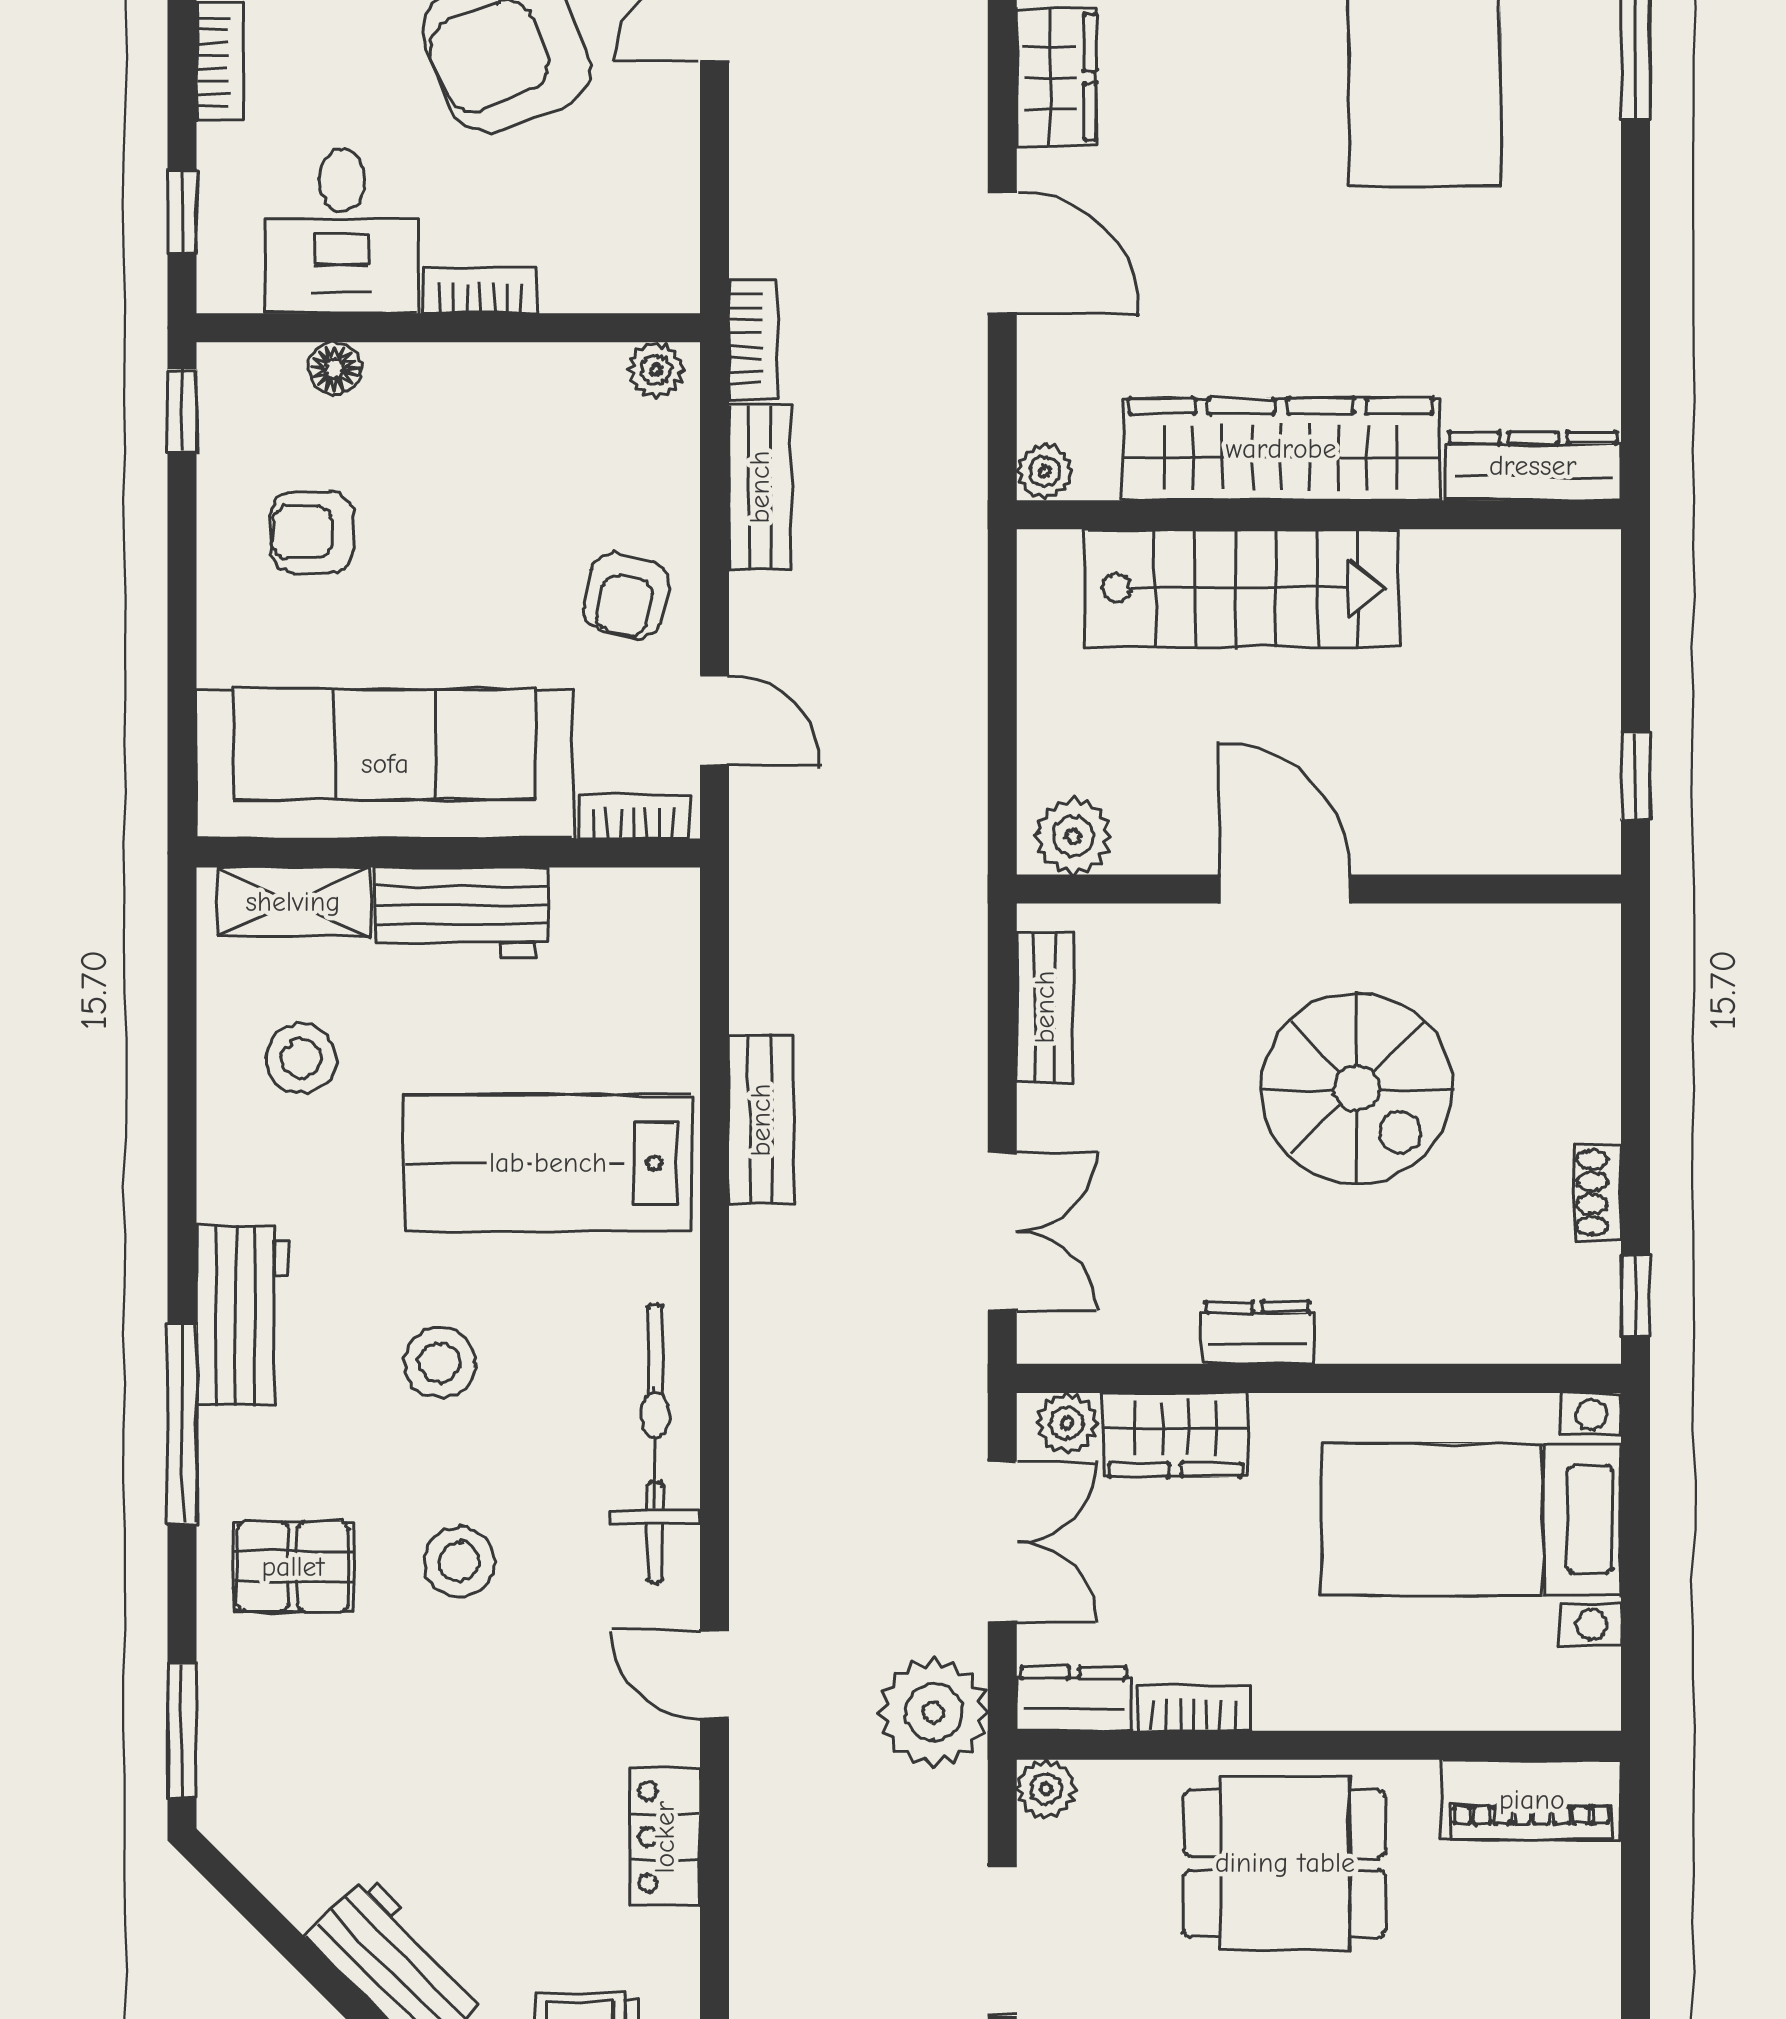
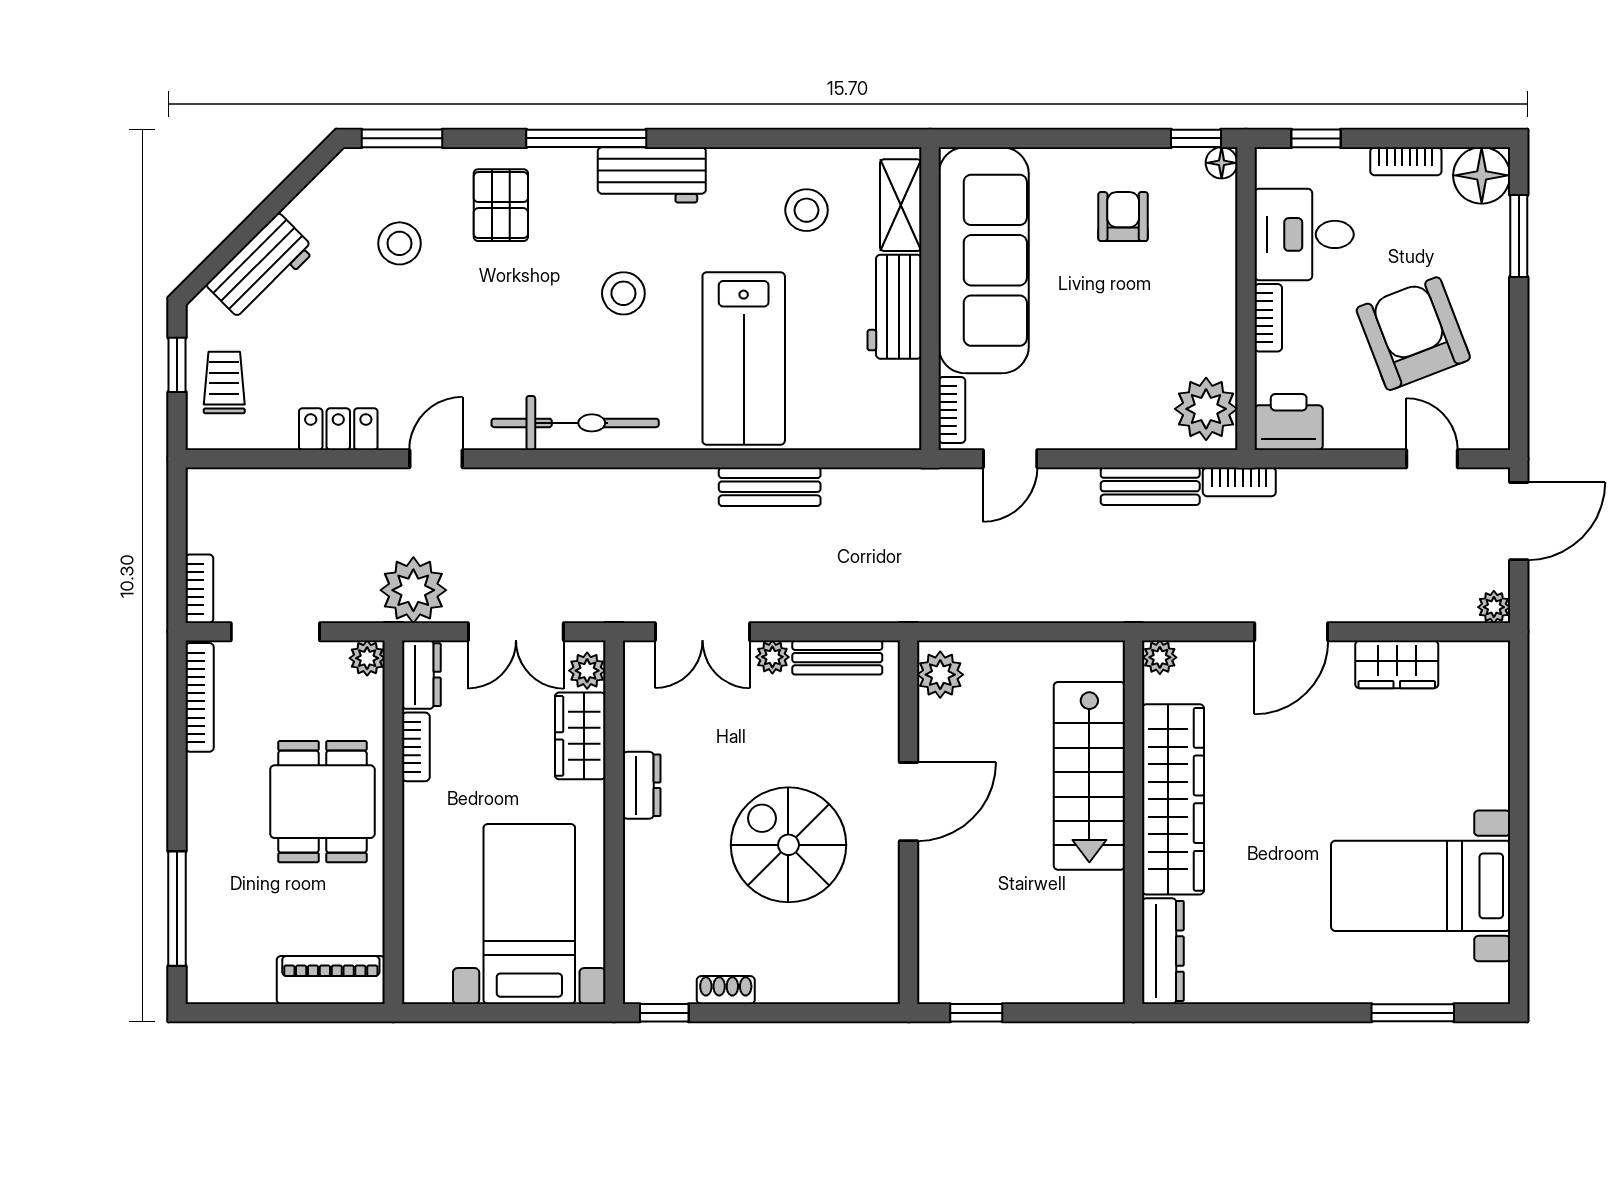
printer: (653, 257) -> (1289, 422), added
floor lamp: (335, 368) -> (1222, 163), moved
plant: (656, 370) -> (1206, 409), width x1.88, depth x1.88
armchair: (626, 596) -> (1085, 406), removed
spiral stairs: (1356, 1088) -> (788, 845), turned 90
plant: (1044, 1115) -> (772, 657), added
lab bench: (548, 1163) -> (744, 359), turned 180
stool: (459, 1562) -> (400, 243), moved
piano: (1532, 1800) -> (331, 980), moved, turned 90

